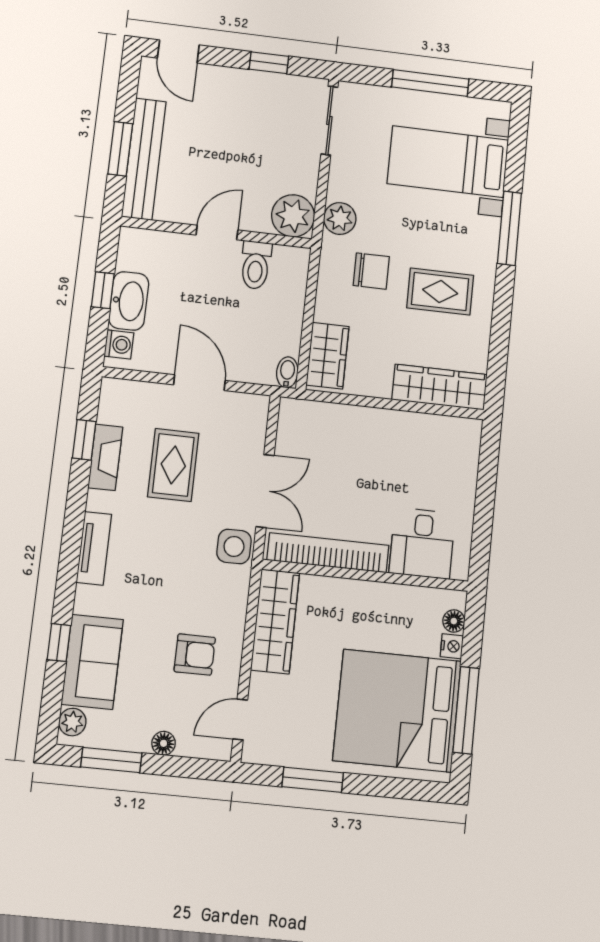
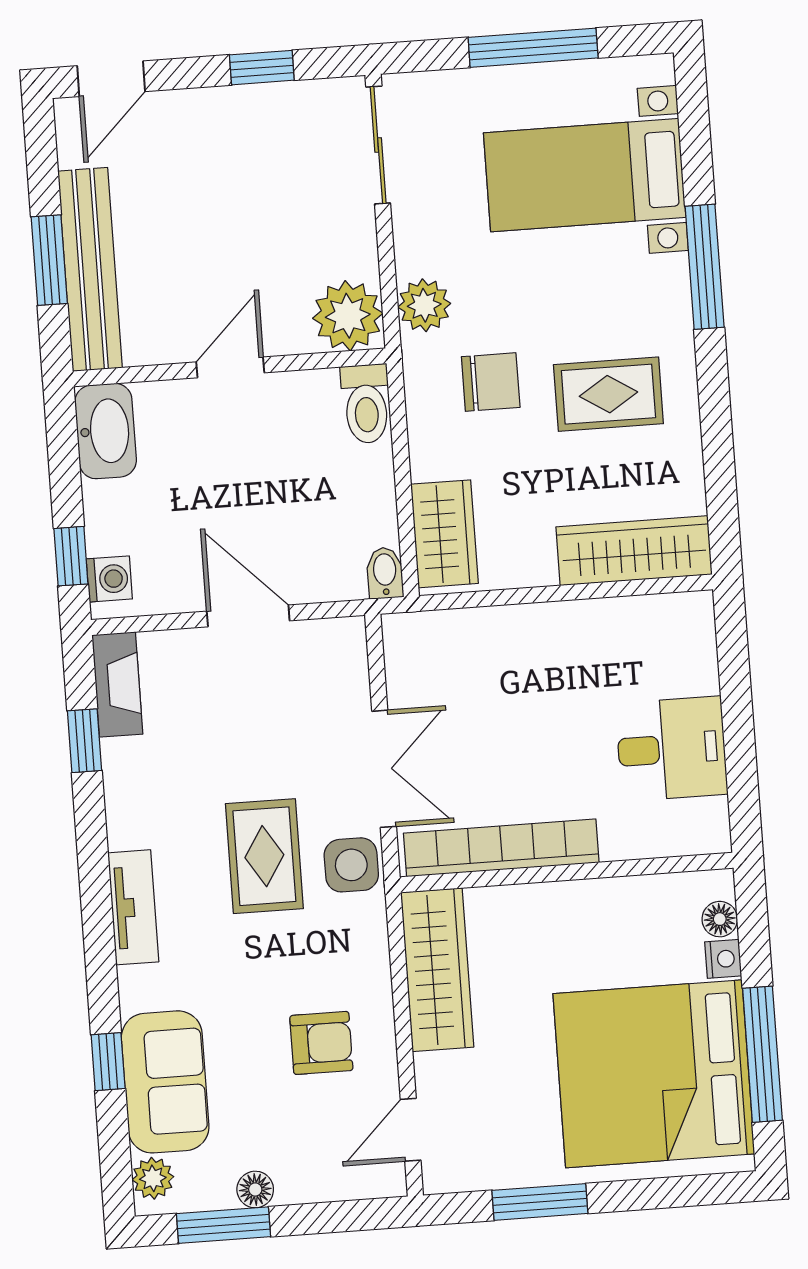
door: (178, 51) -> (111, 79), hinge flipped
toilet: (256, 265) -> (366, 404), moved
window: (103, 290) -> (71, 556), moved
washbasin: (129, 301) -> (106, 431), moved
fireplace: (105, 457) -> (117, 684), moved
rug: (173, 465) -> (264, 856), moved
desk: (422, 543) -> (672, 749), moved, turned -90
floor lamp: (164, 743) -> (255, 1189), moved

